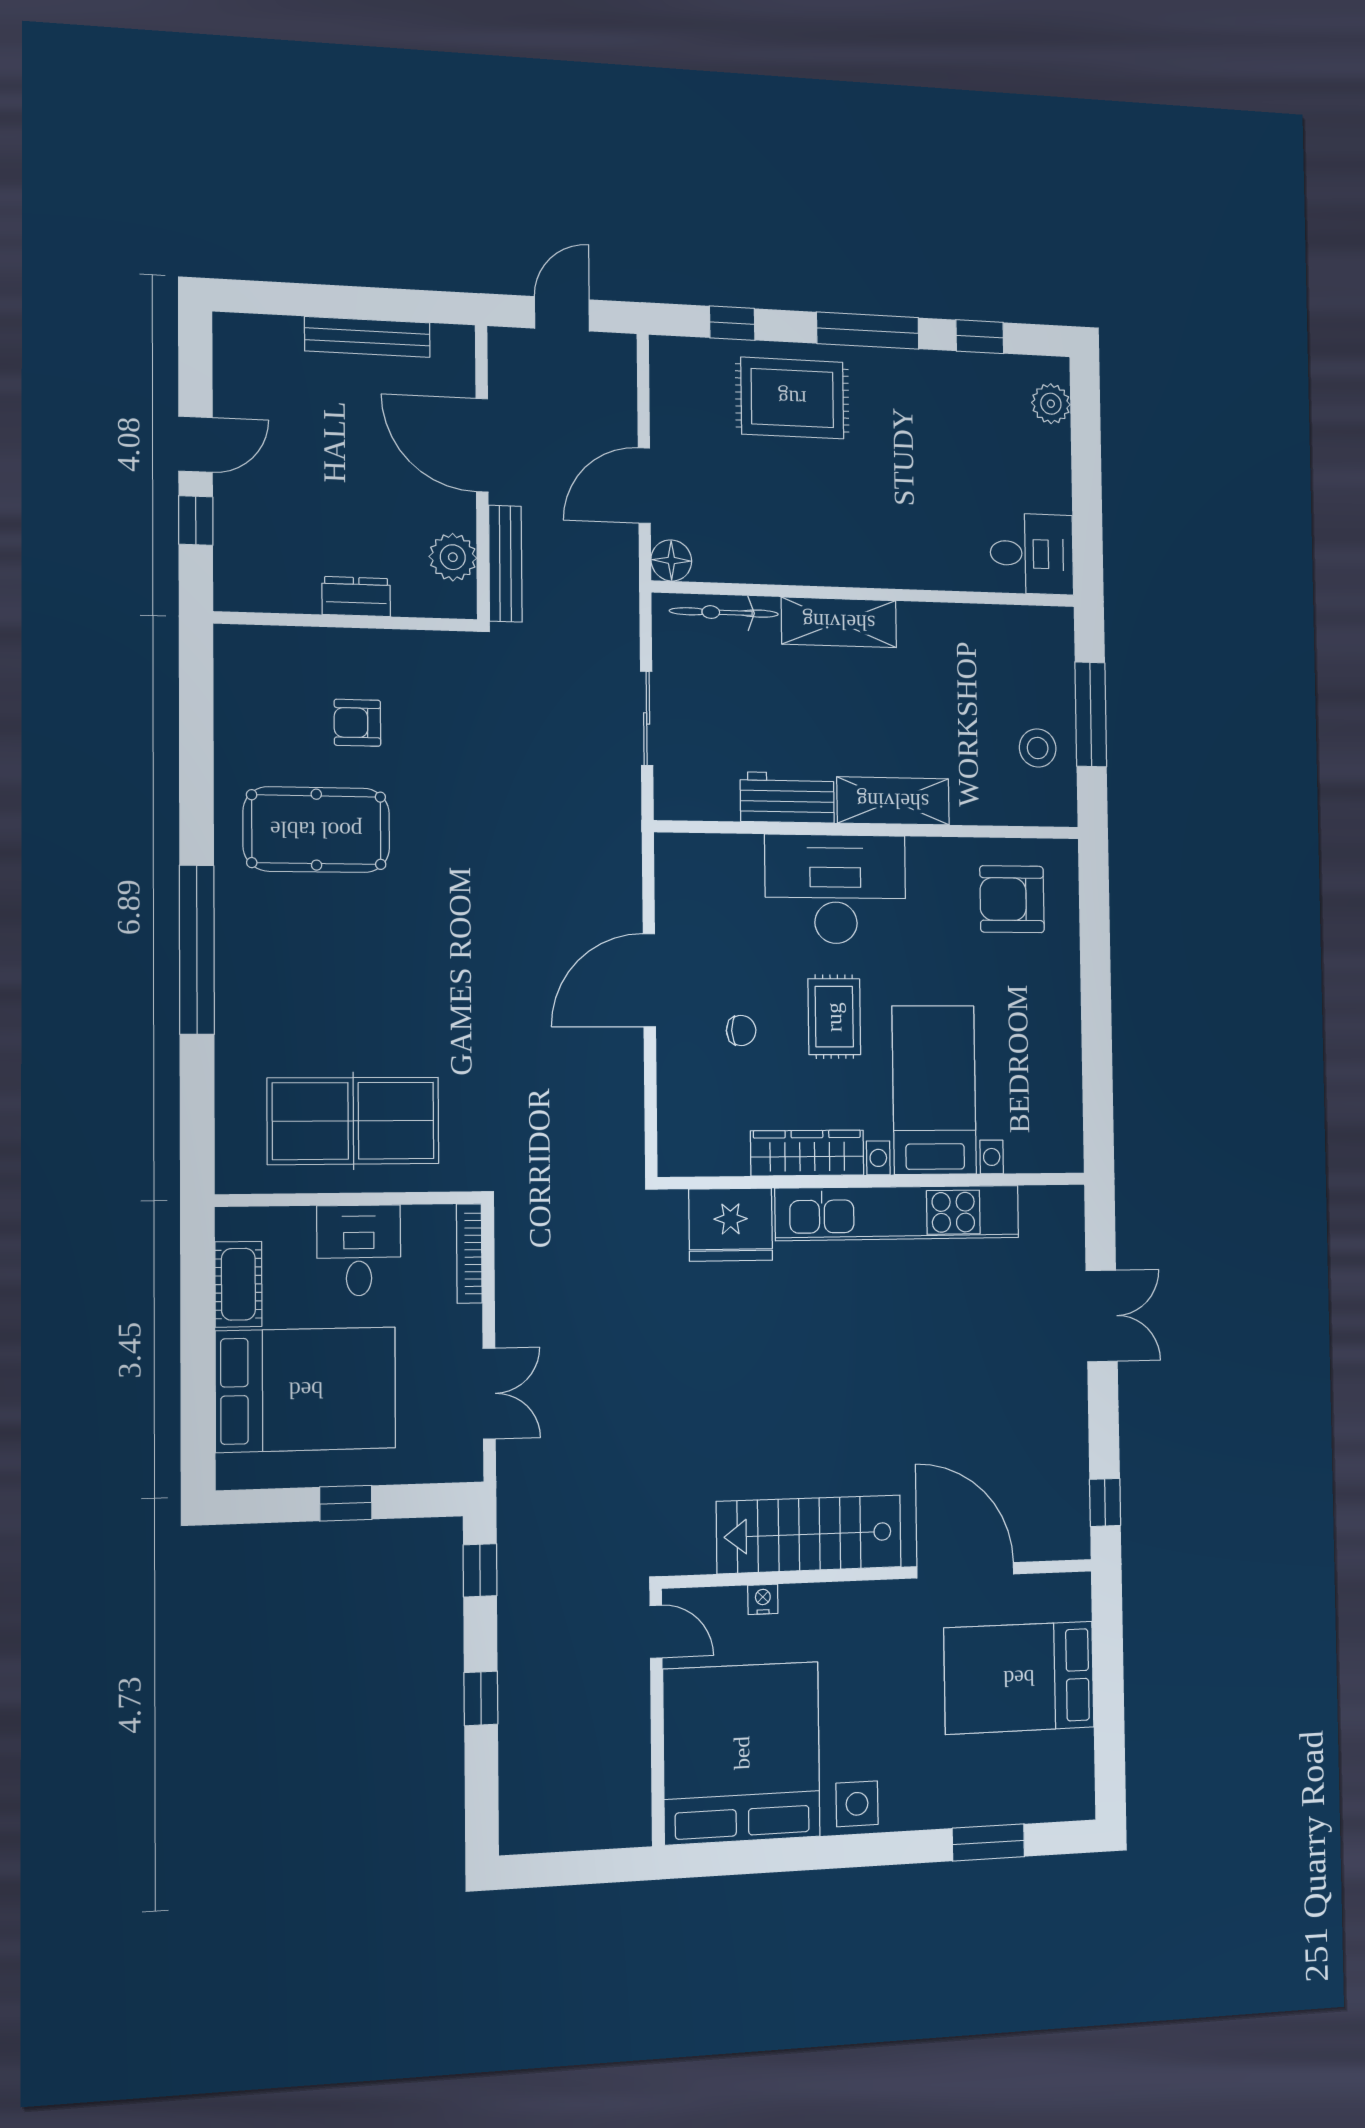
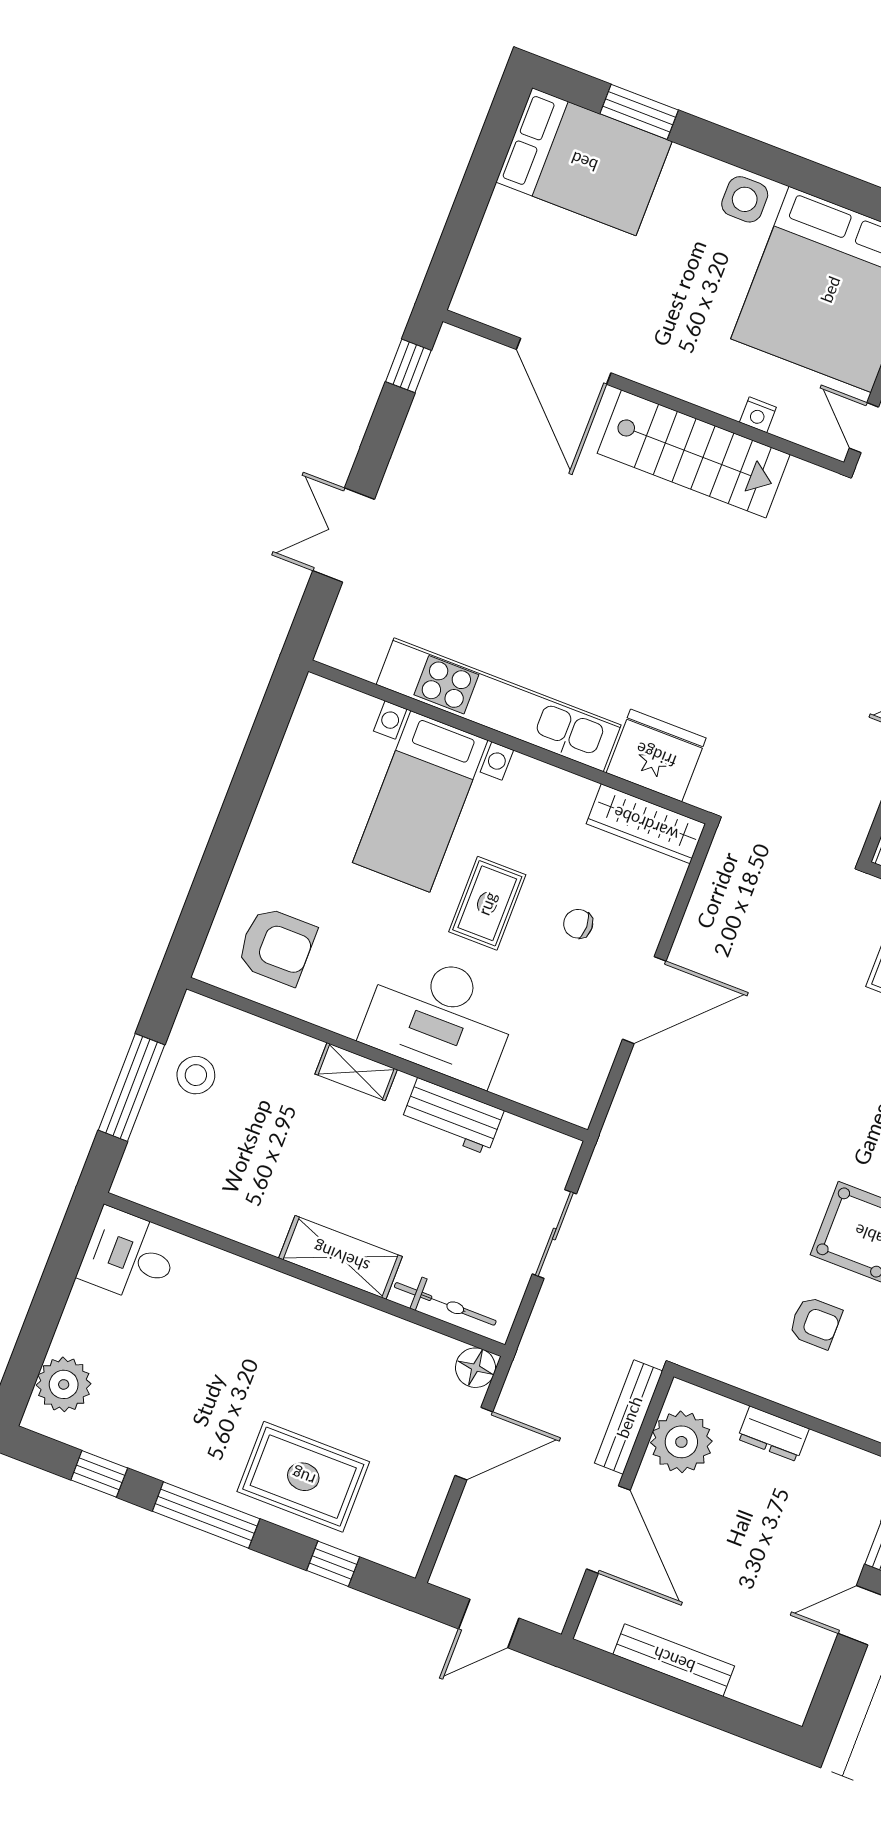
plant: (1051, 404) -> (64, 1384), width x1.36, depth x1.36
plant: (453, 557) -> (681, 1442), width x1.36, depth x1.36
shelving: (893, 801) -> (356, 1072), width x0.67, depth x0.75
wardrobe: (807, 1153) -> (646, 824), moved
bed: (1019, 1678) -> (584, 162), moved

